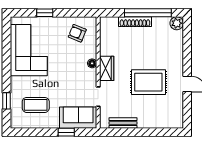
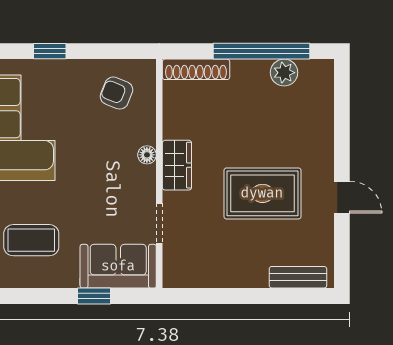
shoe rack: (135, 22) -> (196, 69), moved
plant: (177, 23) -> (284, 73), moved
bench: (123, 123) -> (298, 277), moved

